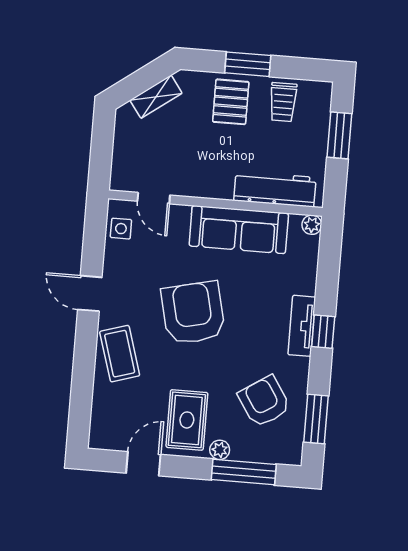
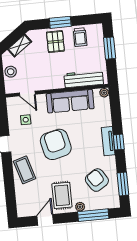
stool: (128, 147) -> (11, 72), added
side table: (121, 229) -> (26, 120), moved

